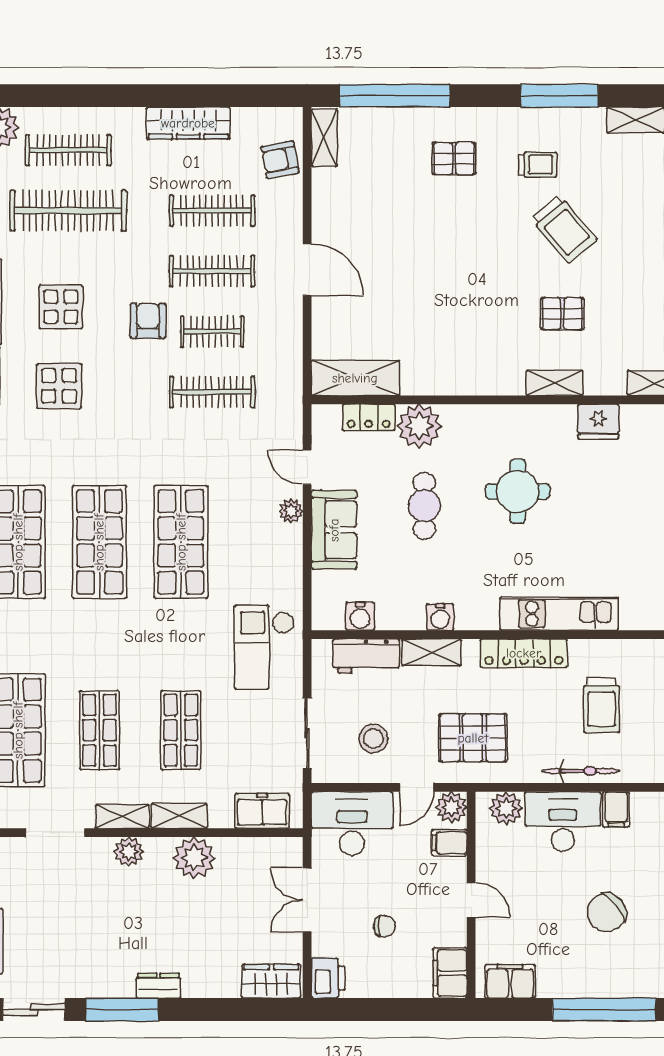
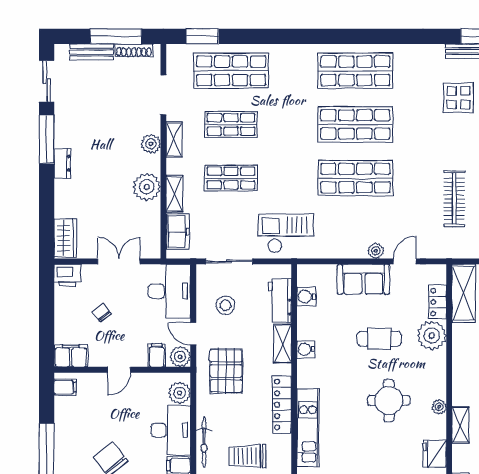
plant: (527, 415) -> (439, 407), added
shelving: (179, 816) -> (174, 194), moved
chair: (385, 926) -> (102, 313), turned 142
filing cabinet: (510, 981) -> (65, 387), width x0.50

